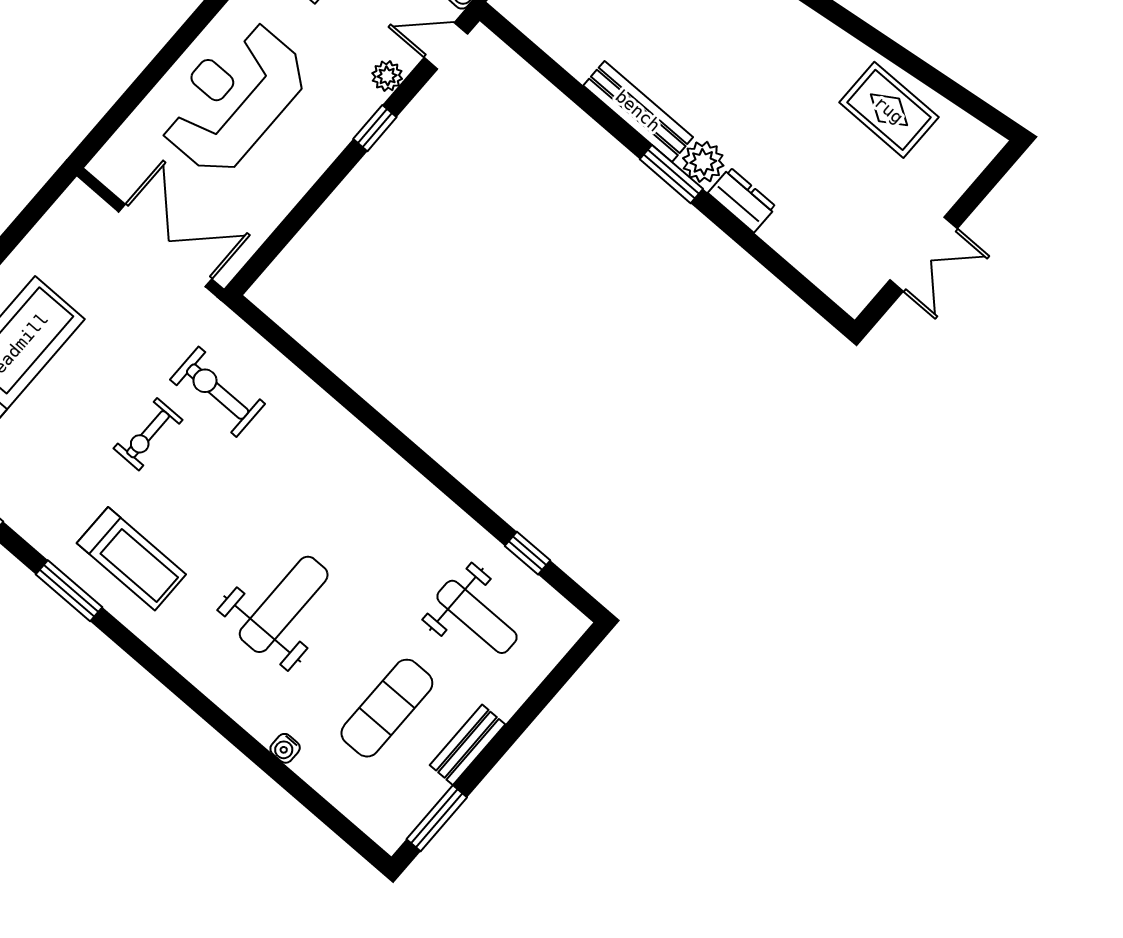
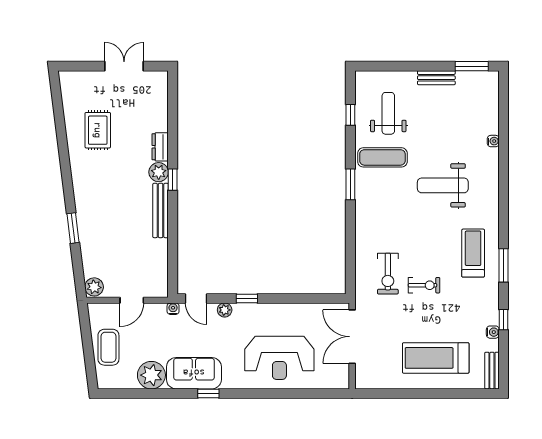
rug: (889, 110) -> (98, 130), moved
window: (671, 174) -> (173, 180), width x0.67
window: (415, 456) -> (350, 184), added
exercise mat: (387, 708) -> (382, 157), moved

